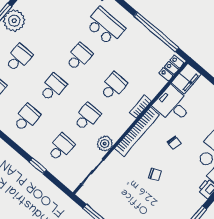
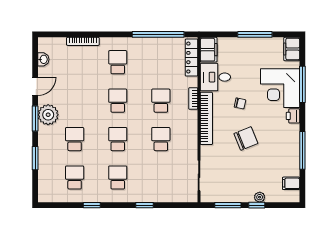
school desk: (105, 26) -> (118, 62), width x0.54
locker: (171, 68) -> (191, 58), width x1.53
plant: (105, 144) -> (190, 147), removed
school desk: (61, 147) -> (161, 177), removed
window: (38, 166) -> (145, 205), moved
chair: (155, 175) -> (246, 138), width x1.87, depth x1.87

